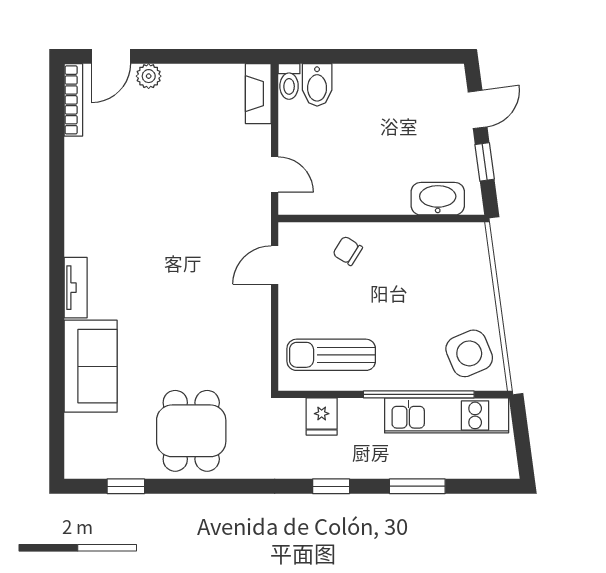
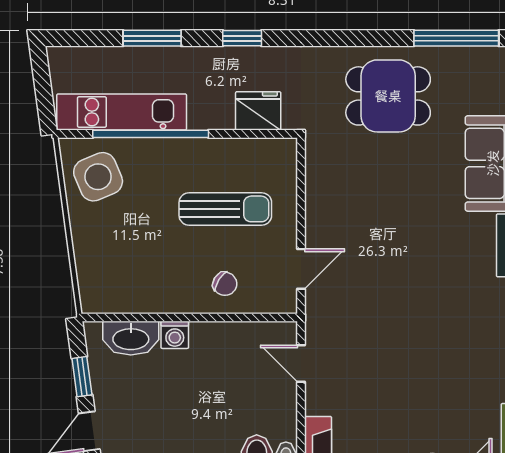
washing machine: (396, 202) -> (175, 335), added
sun lounger: (331, 355) -> (225, 209), moved
fridge: (322, 416) -> (258, 111), width x1.38
dining table: (191, 431) -> (388, 96), turned 90
window: (126, 486) -> (456, 38), width x2.17

